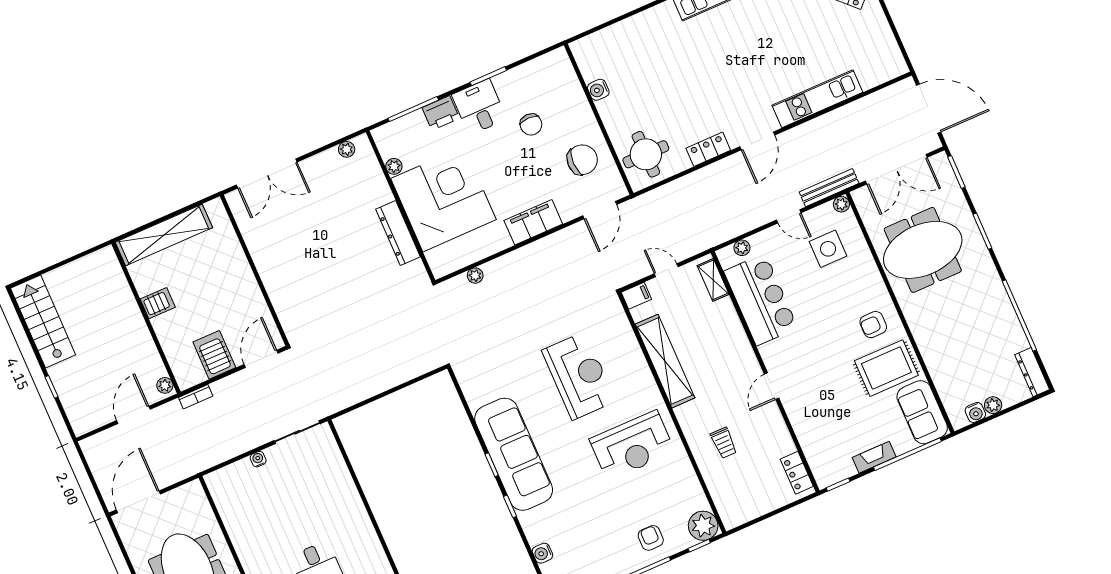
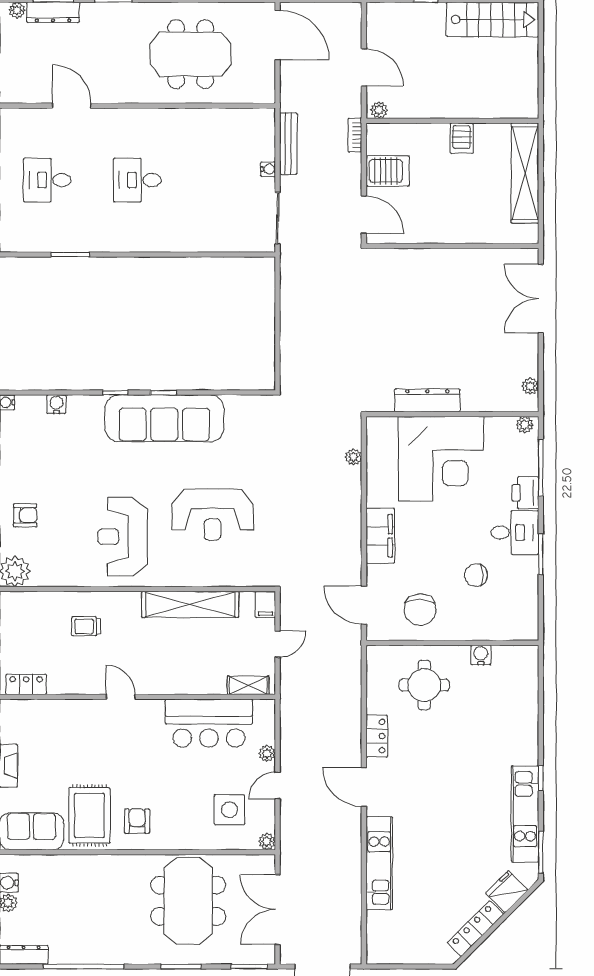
round table: (646, 154) -> (424, 685), moved
plant: (394, 166) -> (525, 425), moved
bench: (829, 188) -> (288, 144), moved
plant: (742, 248) -> (267, 753), moved

